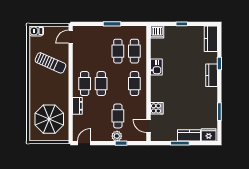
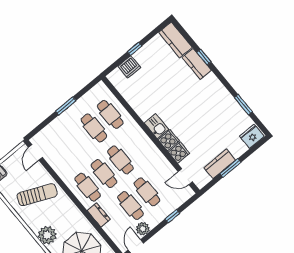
dishwasher: (157, 32) -> (129, 67), moved
kitchen sink: (156, 67) -> (156, 126), moved
kitchen counter: (212, 75) -> (197, 64), moved
cafe table: (134, 84) -> (120, 160), moved
plant: (36, 92) -> (47, 235), added
cooker: (157, 96) -> (169, 140), added
cafe table: (101, 116) -> (131, 205), added
kitchen counter: (189, 135) -> (220, 164), moved
plant: (117, 136) -> (143, 229), moved

